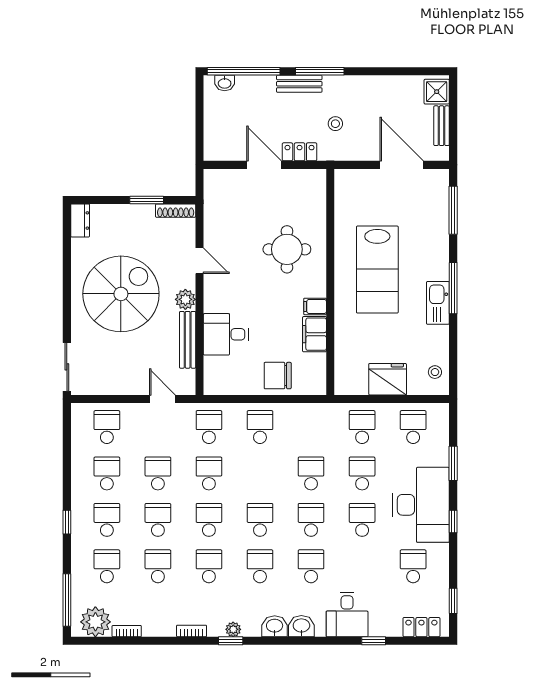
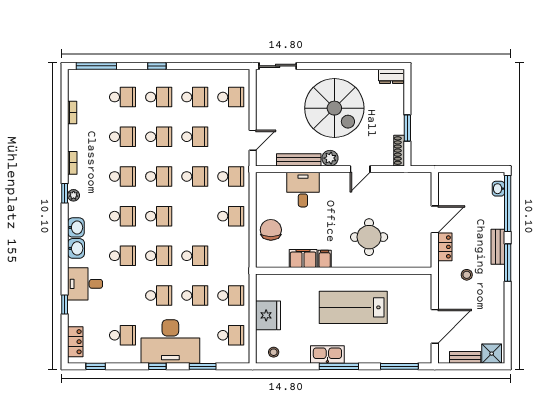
plant: (95, 622) -> (79, 88), removed

